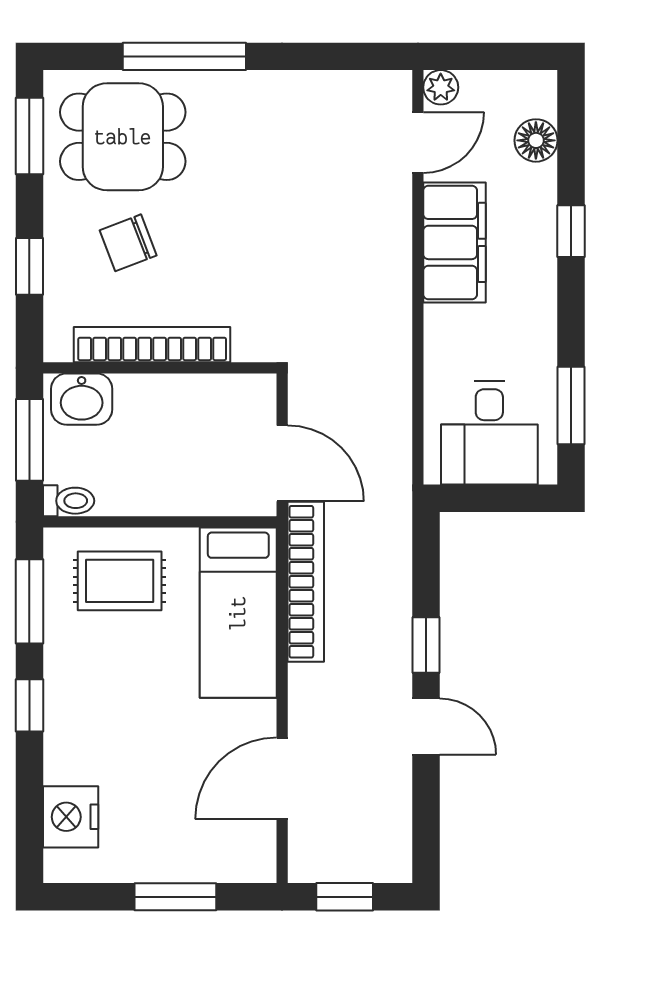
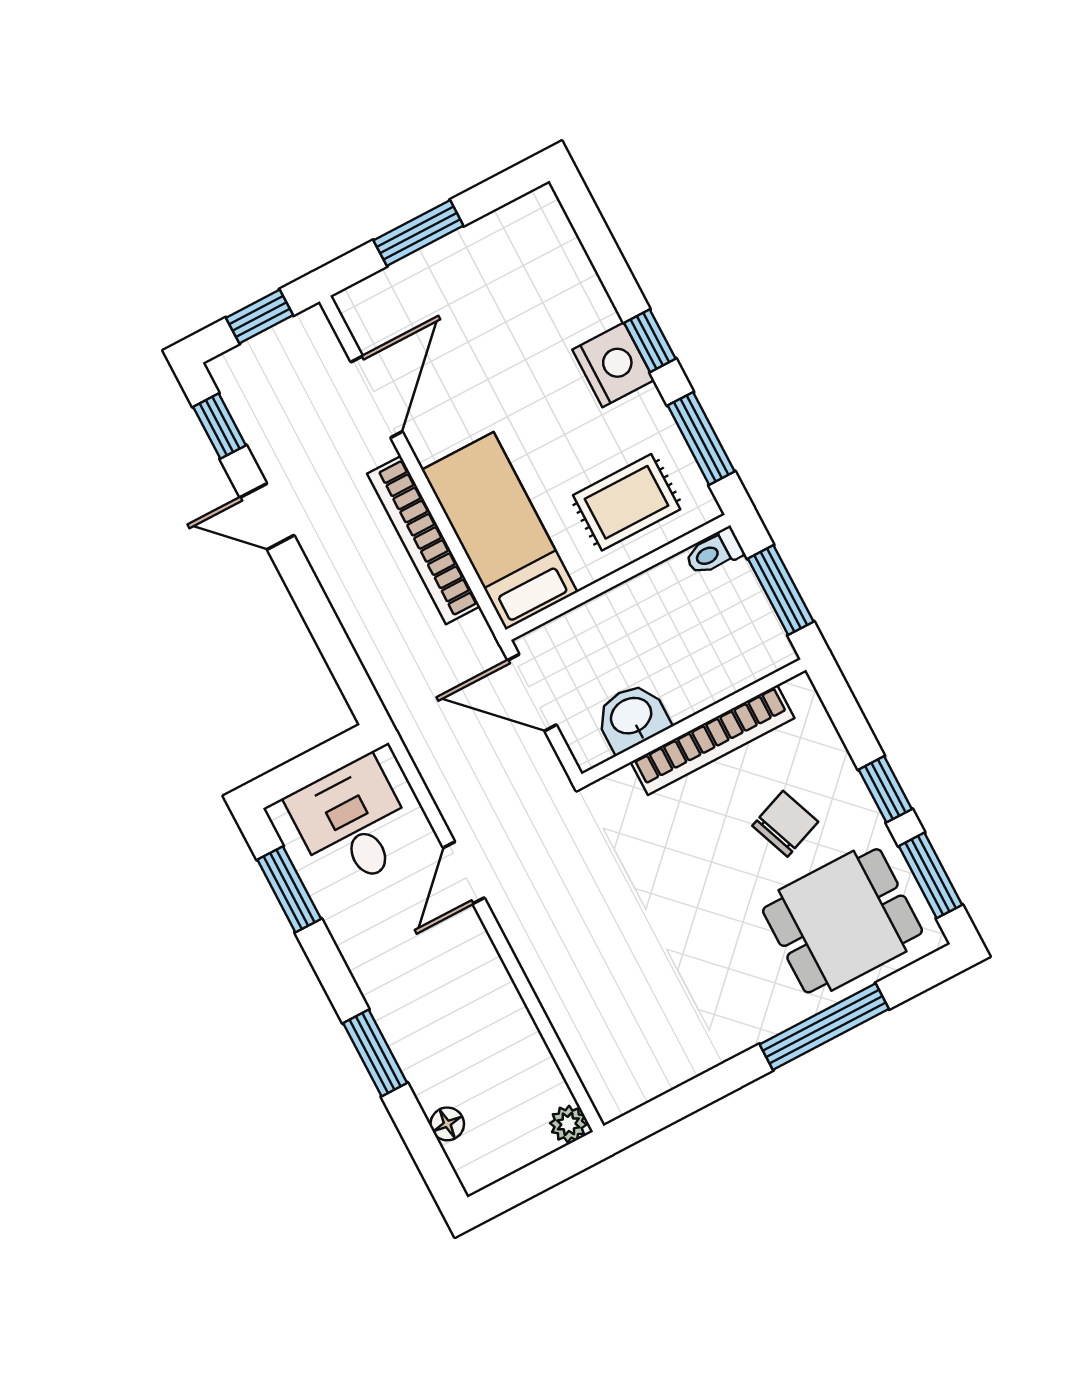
floor lamp: (536, 140) -> (447, 1124), width x0.73, depth x0.73
door: (418, 143) -> (464, 873), moved
window: (571, 231) -> (375, 1053), width x1.50
filing cabinet: (455, 242) -> (479, 985), removed
window: (29, 266) -> (885, 789), moved
washbasin: (82, 399) -> (632, 717), moved
bookcase: (306, 582) -> (424, 540), moved
window: (426, 645) -> (220, 426), moved
nightstand: (71, 817) -> (613, 365), moved

